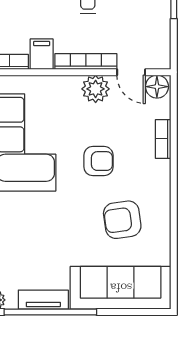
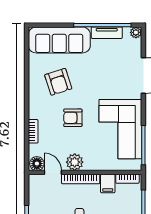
armchair: (122, 220) -> (58, 82), turned 80

